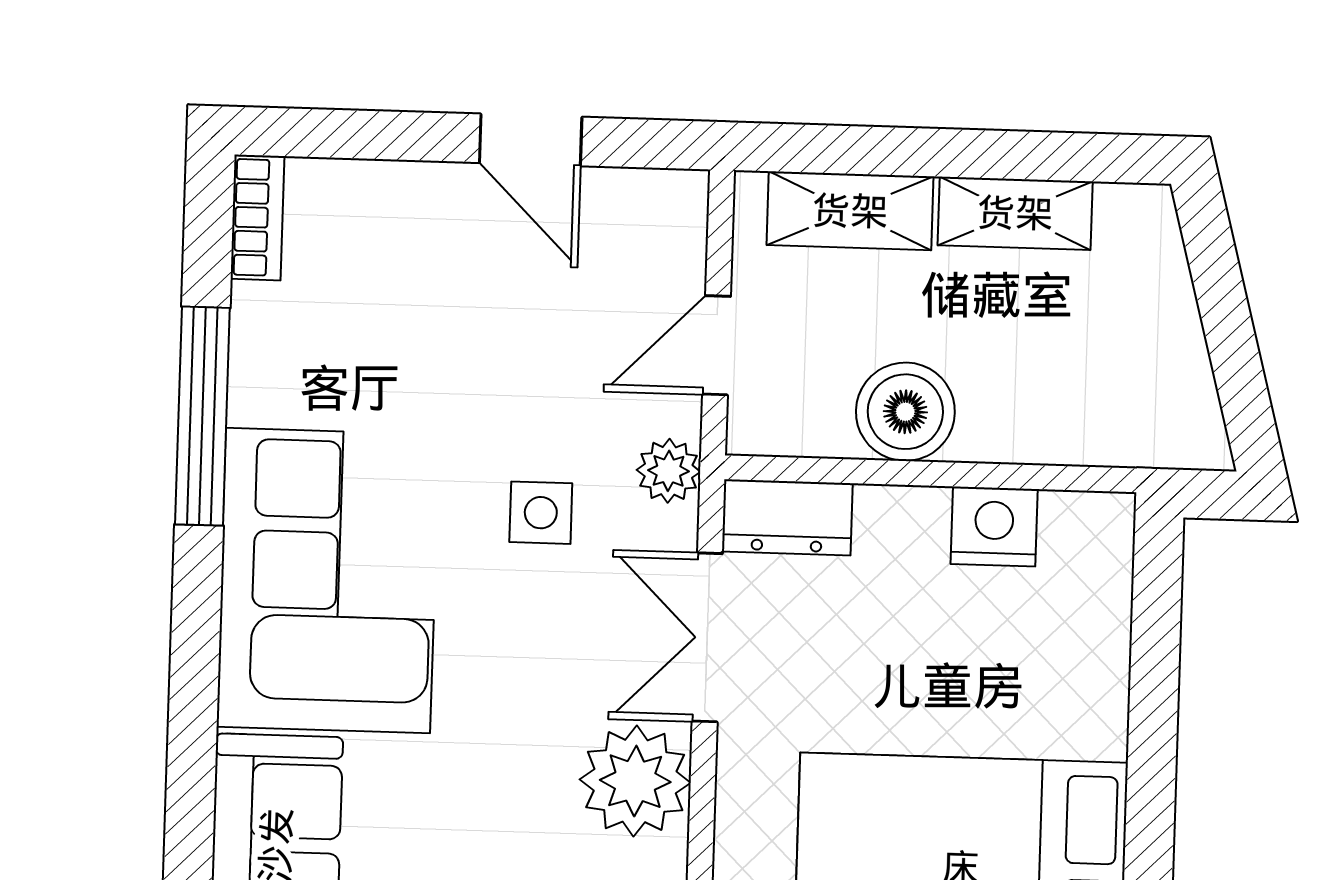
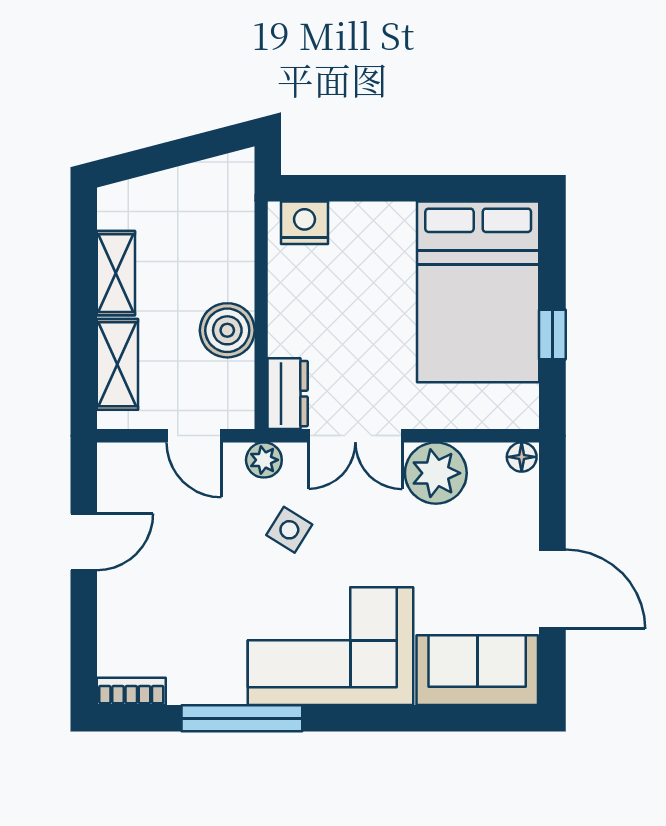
side table: (541, 513) -> (289, 530), turned 32
nightstand: (994, 527) -> (304, 223), moved, turned 90

